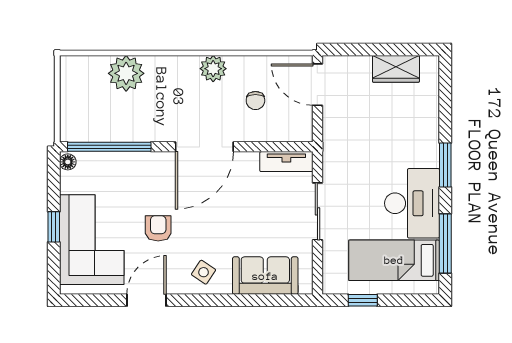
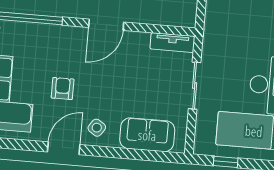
door: (204, 147) -> (106, 25), width x0.73
door: (146, 300) -> (64, 148), moved

